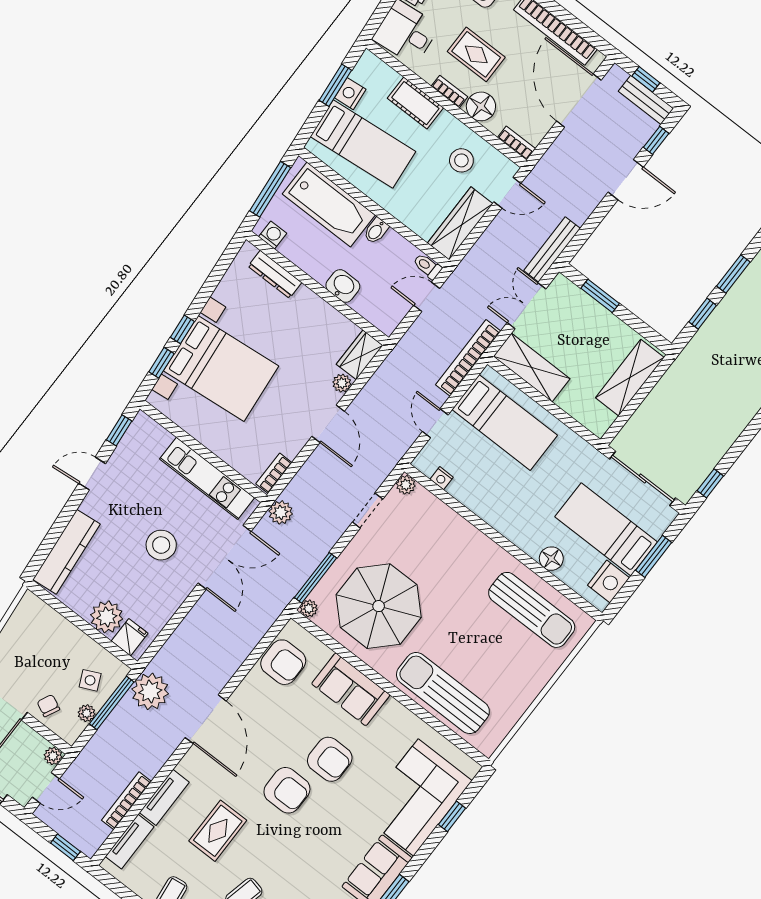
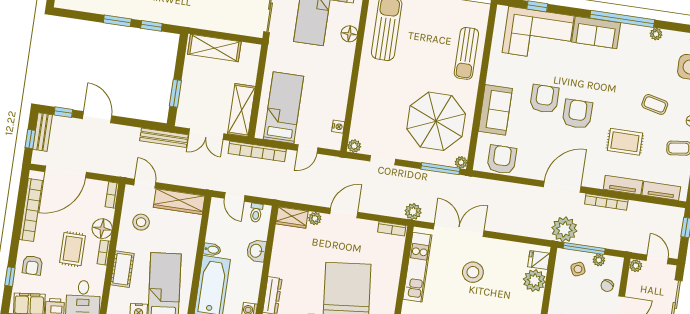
toilet: (427, 266) -> (256, 213), moved
sun lounger: (443, 693) -> (466, 53), width x0.73, depth x0.75
bookcase: (127, 801) -> (606, 202), moved

